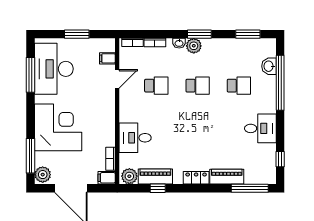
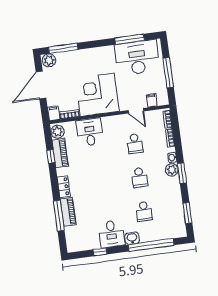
window: (77, 34) -> (168, 73), width x1.44
washbasin: (269, 66) -> (132, 238), moved
corner desk: (58, 127) -> (97, 95), moved, turned 180
window: (280, 159) -> (100, 252), moved
window: (250, 188) -> (59, 216), moved

